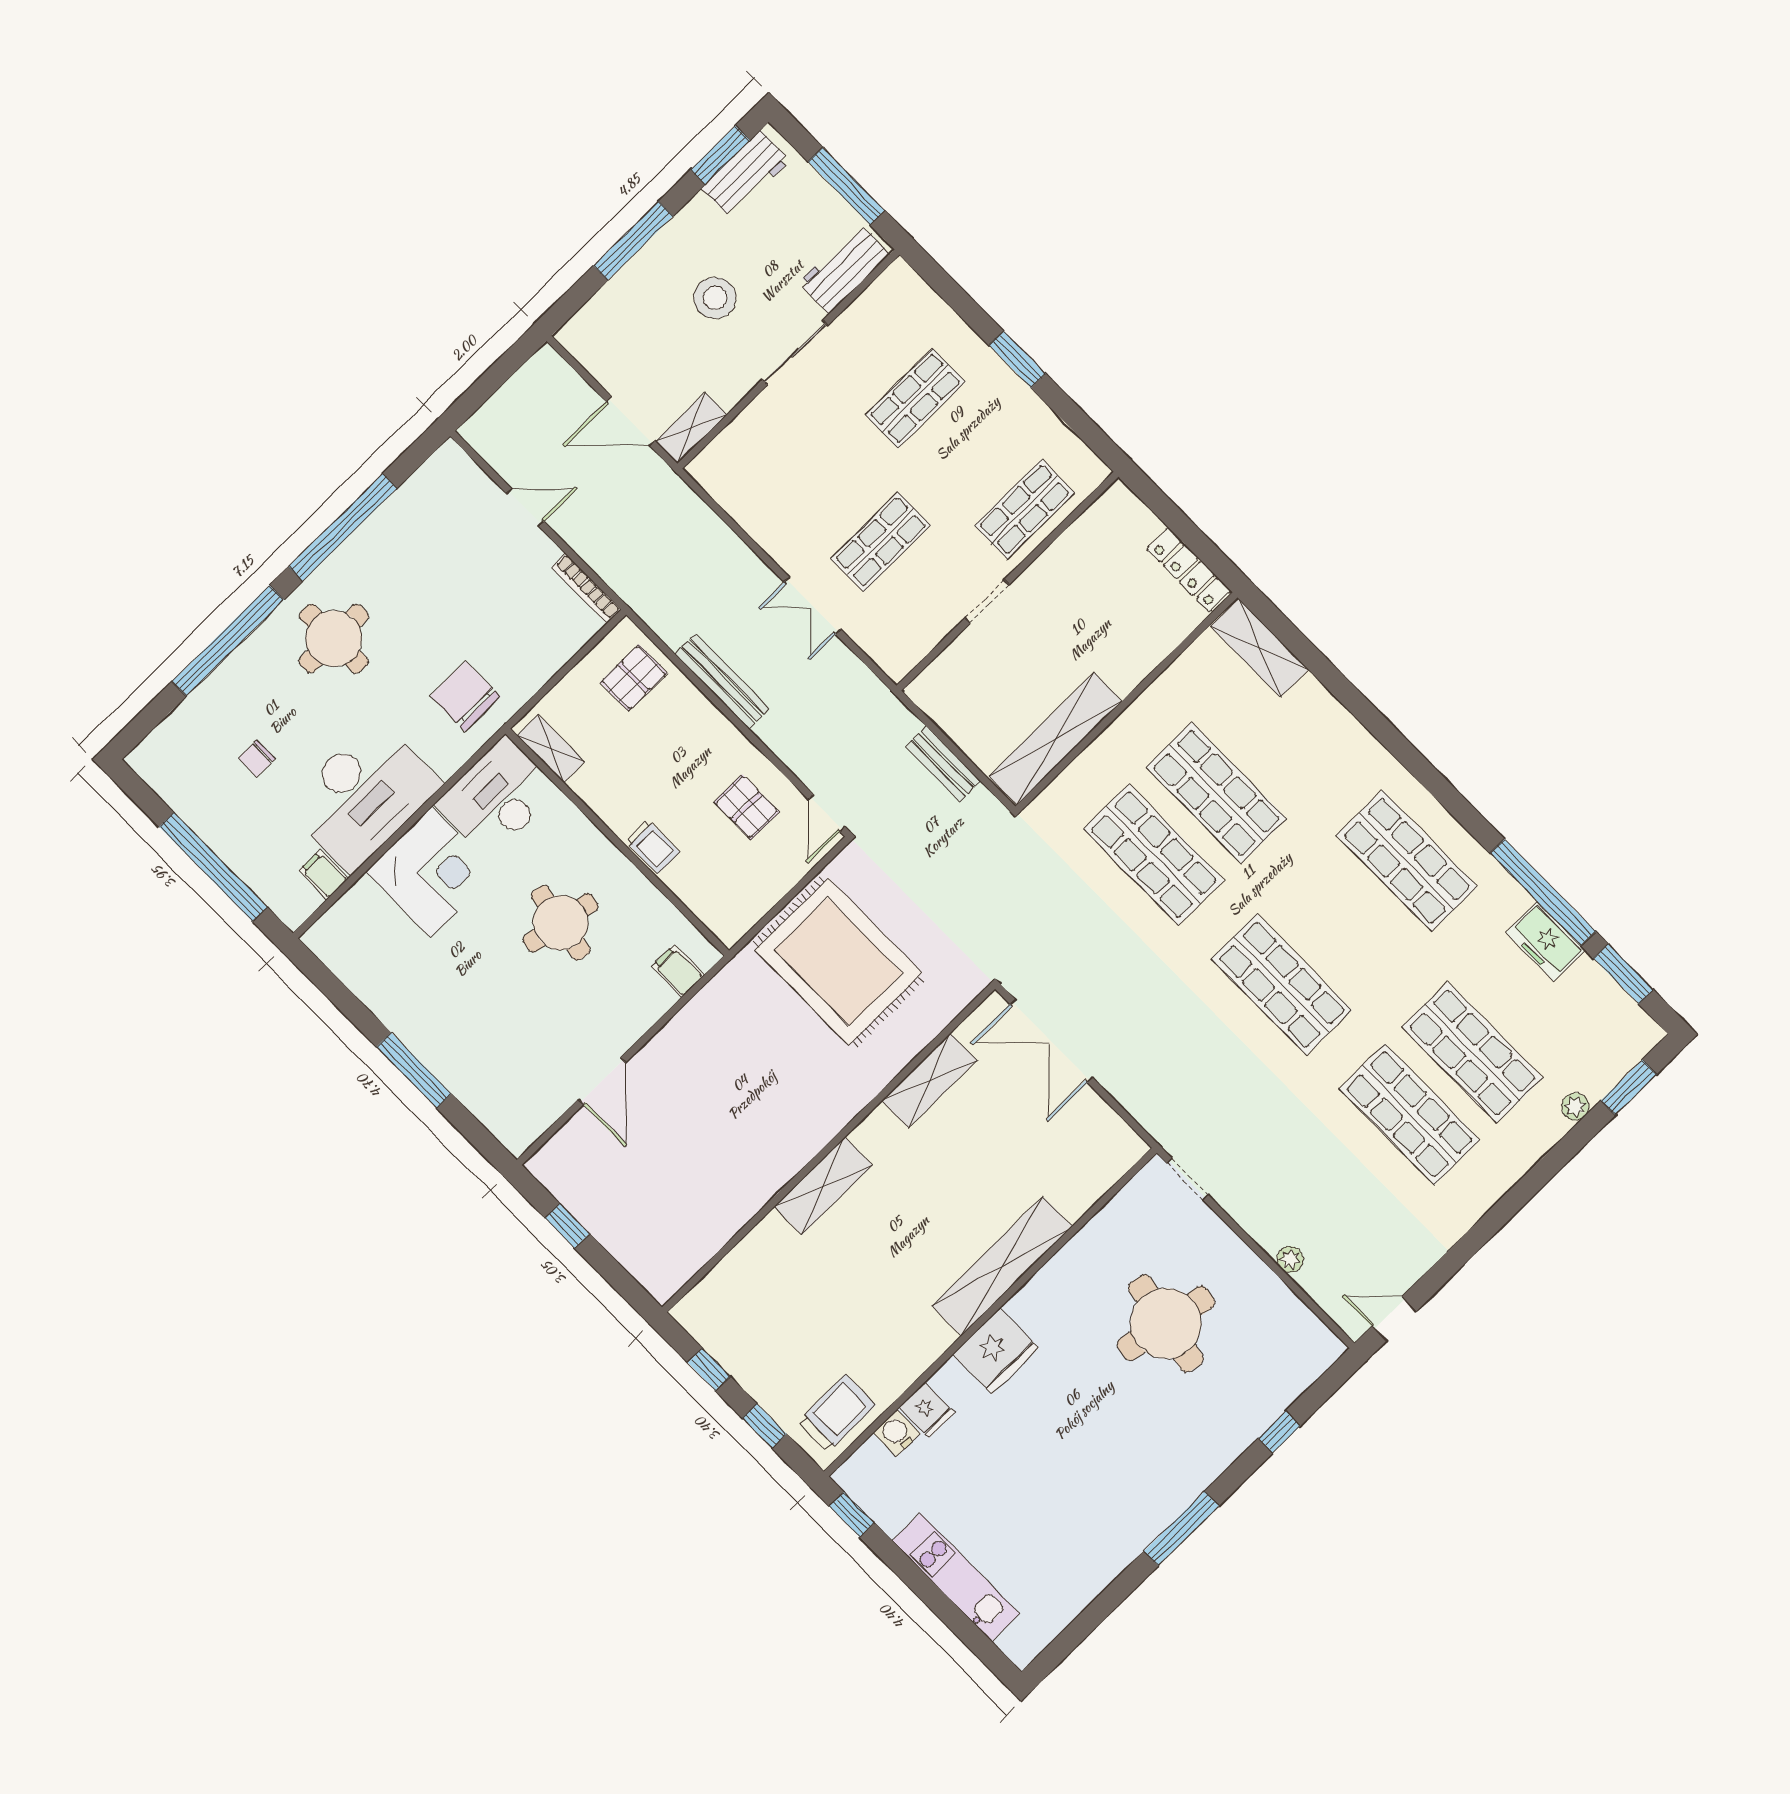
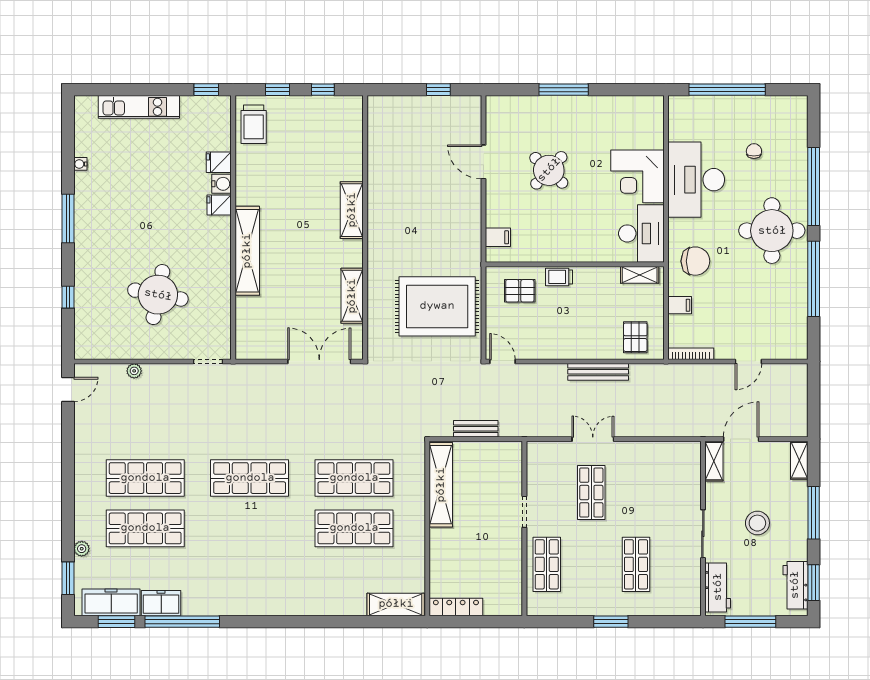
shelving: (586, 323) -> (799, 460), added
round table: (334, 639) -> (772, 231), width x1.36, depth x1.36
pallet: (747, 807) -> (520, 291), moved
shop shelf: (1407, 861) -> (250, 579), removed
filing cabinet: (324, 874) -> (680, 305), moved
round table: (561, 923) -> (549, 170), moved, turned 33
freezer: (1606, 1004) -> (111, 602), added
fridge: (996, 1351) -> (219, 205), width x0.53, depth x0.75
water cooler: (897, 1433) -> (221, 184), moved
water cooler: (1099, 1580) -> (80, 164), added

